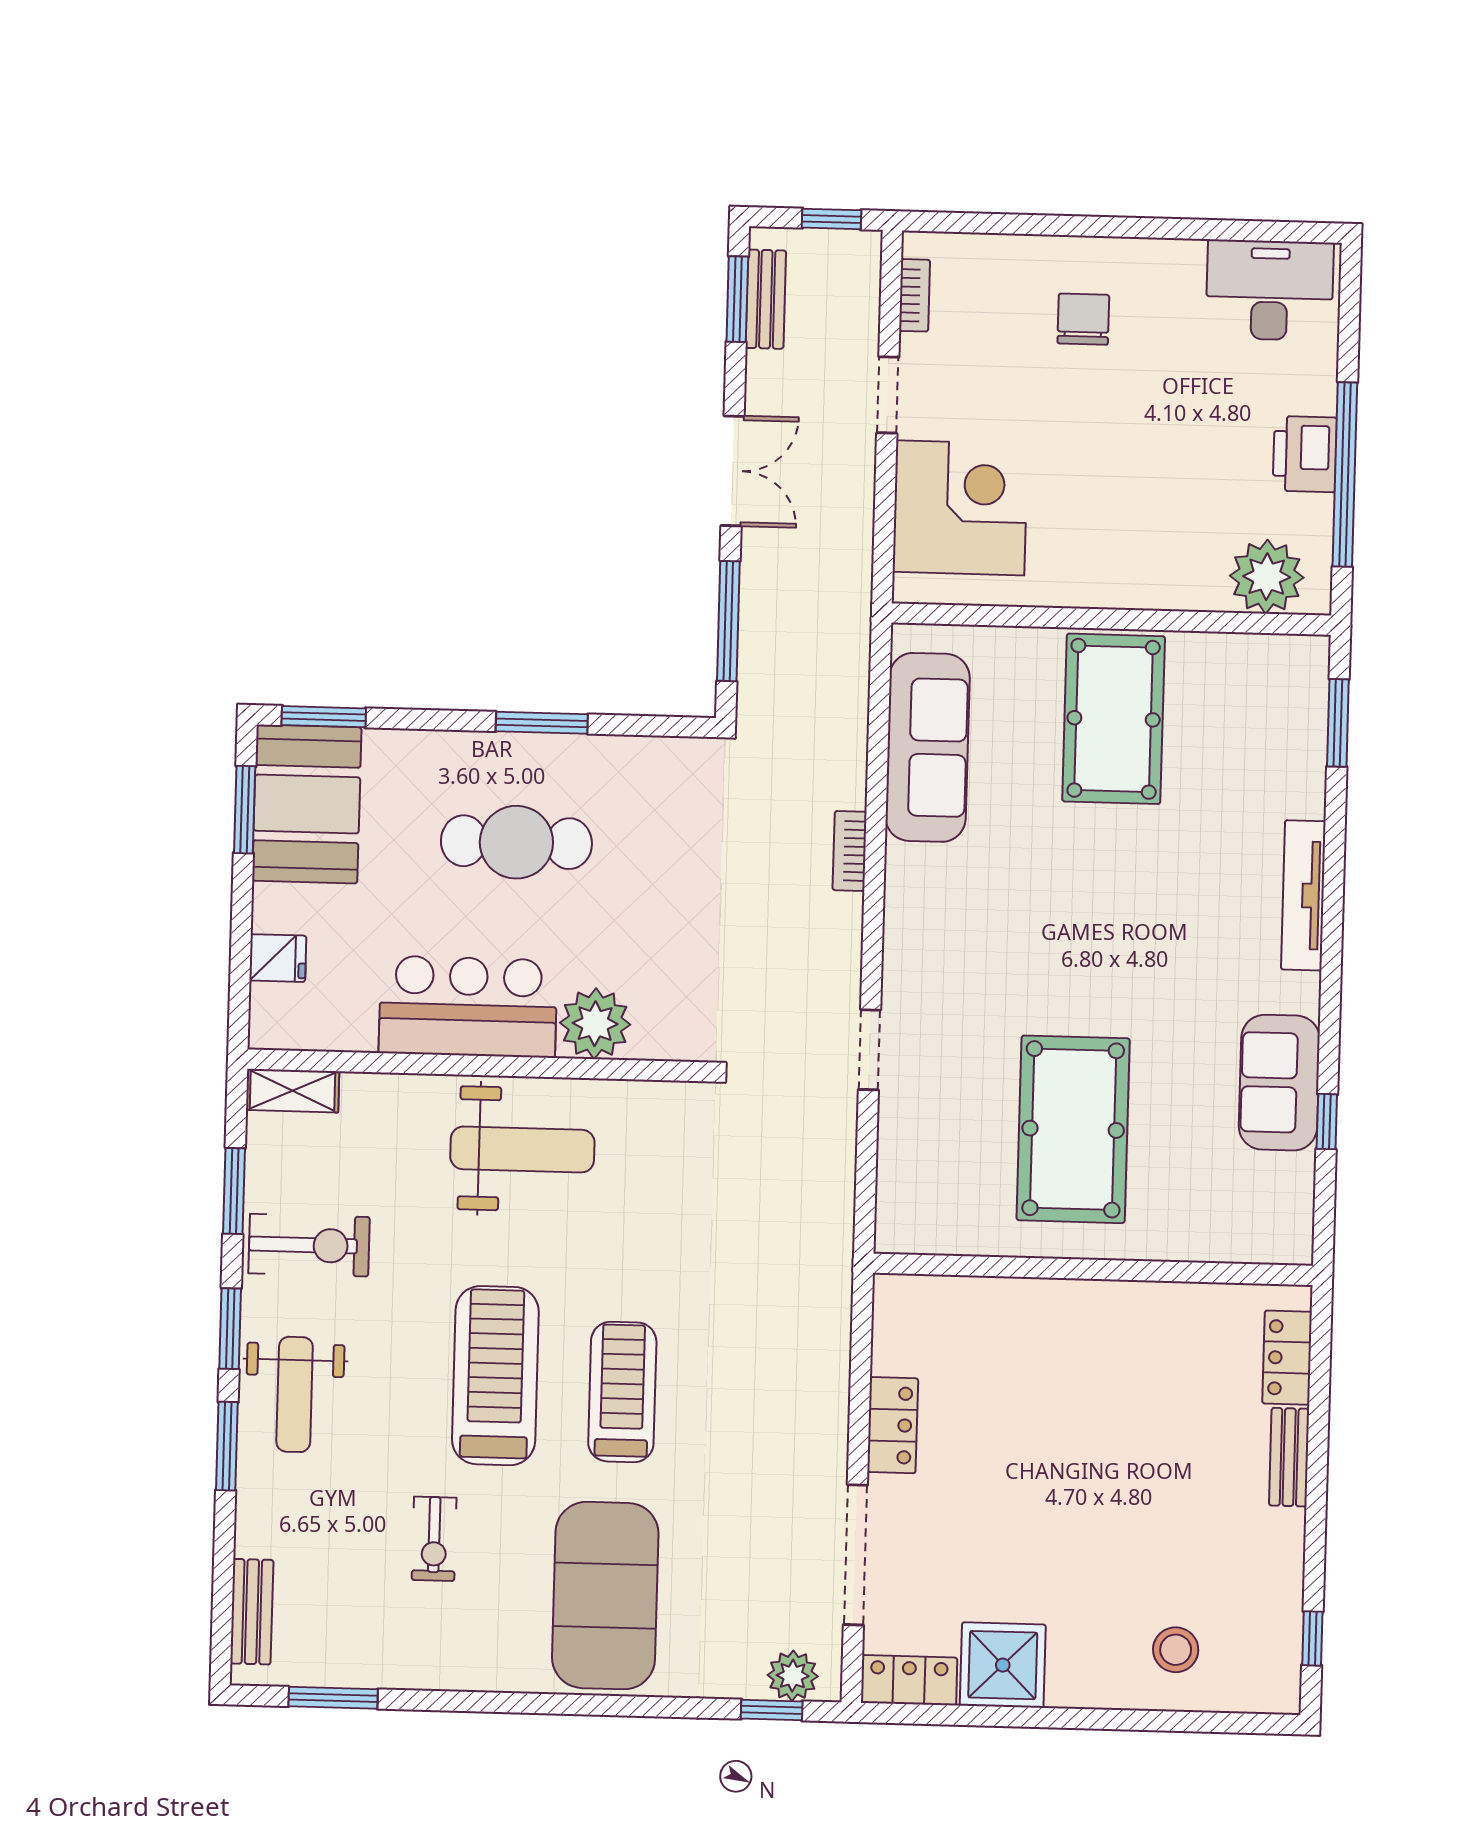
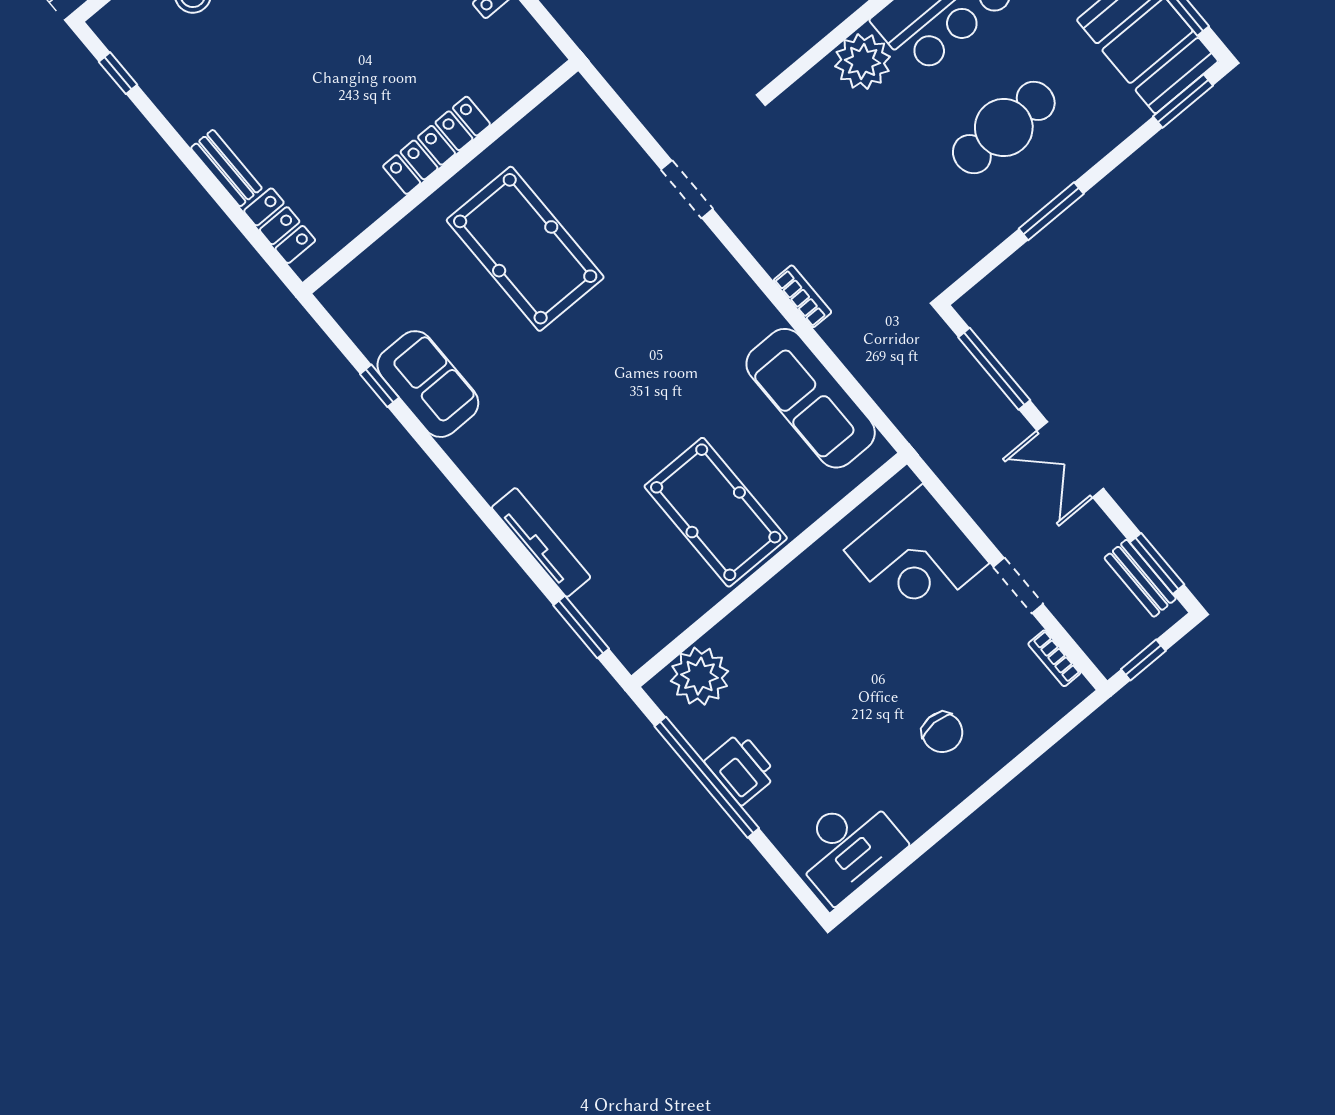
tv unit: (1303, 895) -> (541, 542), moved
locker: (1070, 1302) -> (437, 145), added

